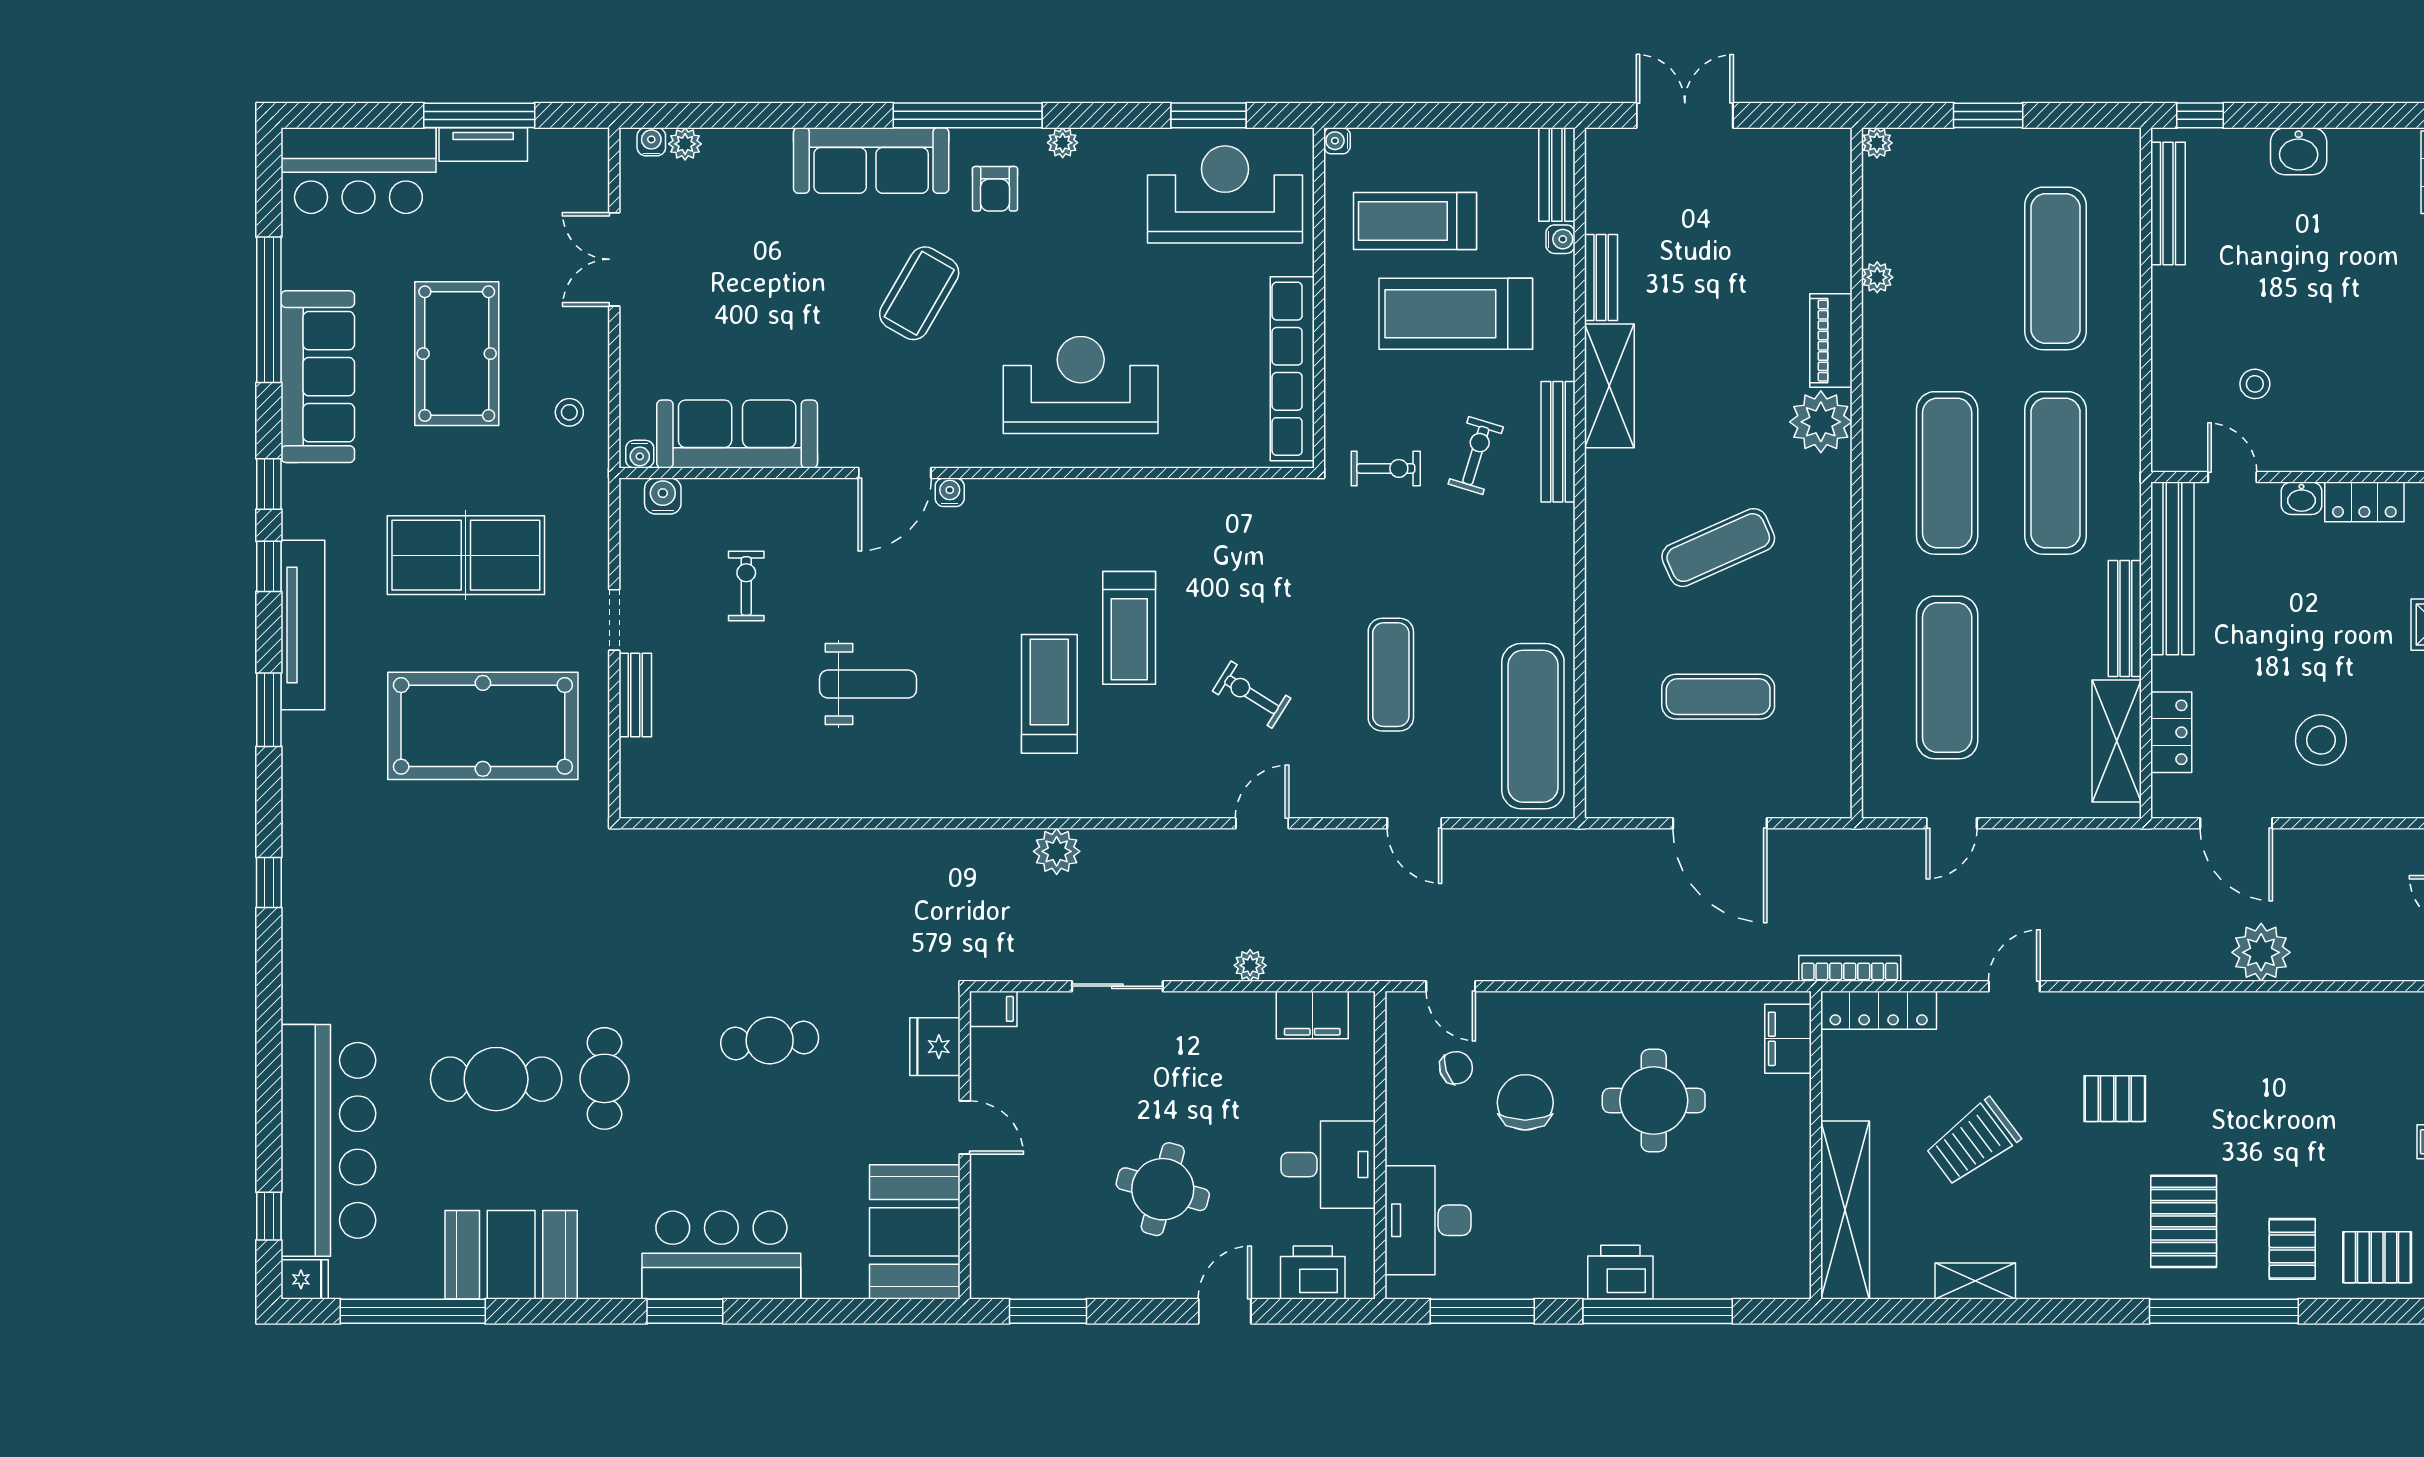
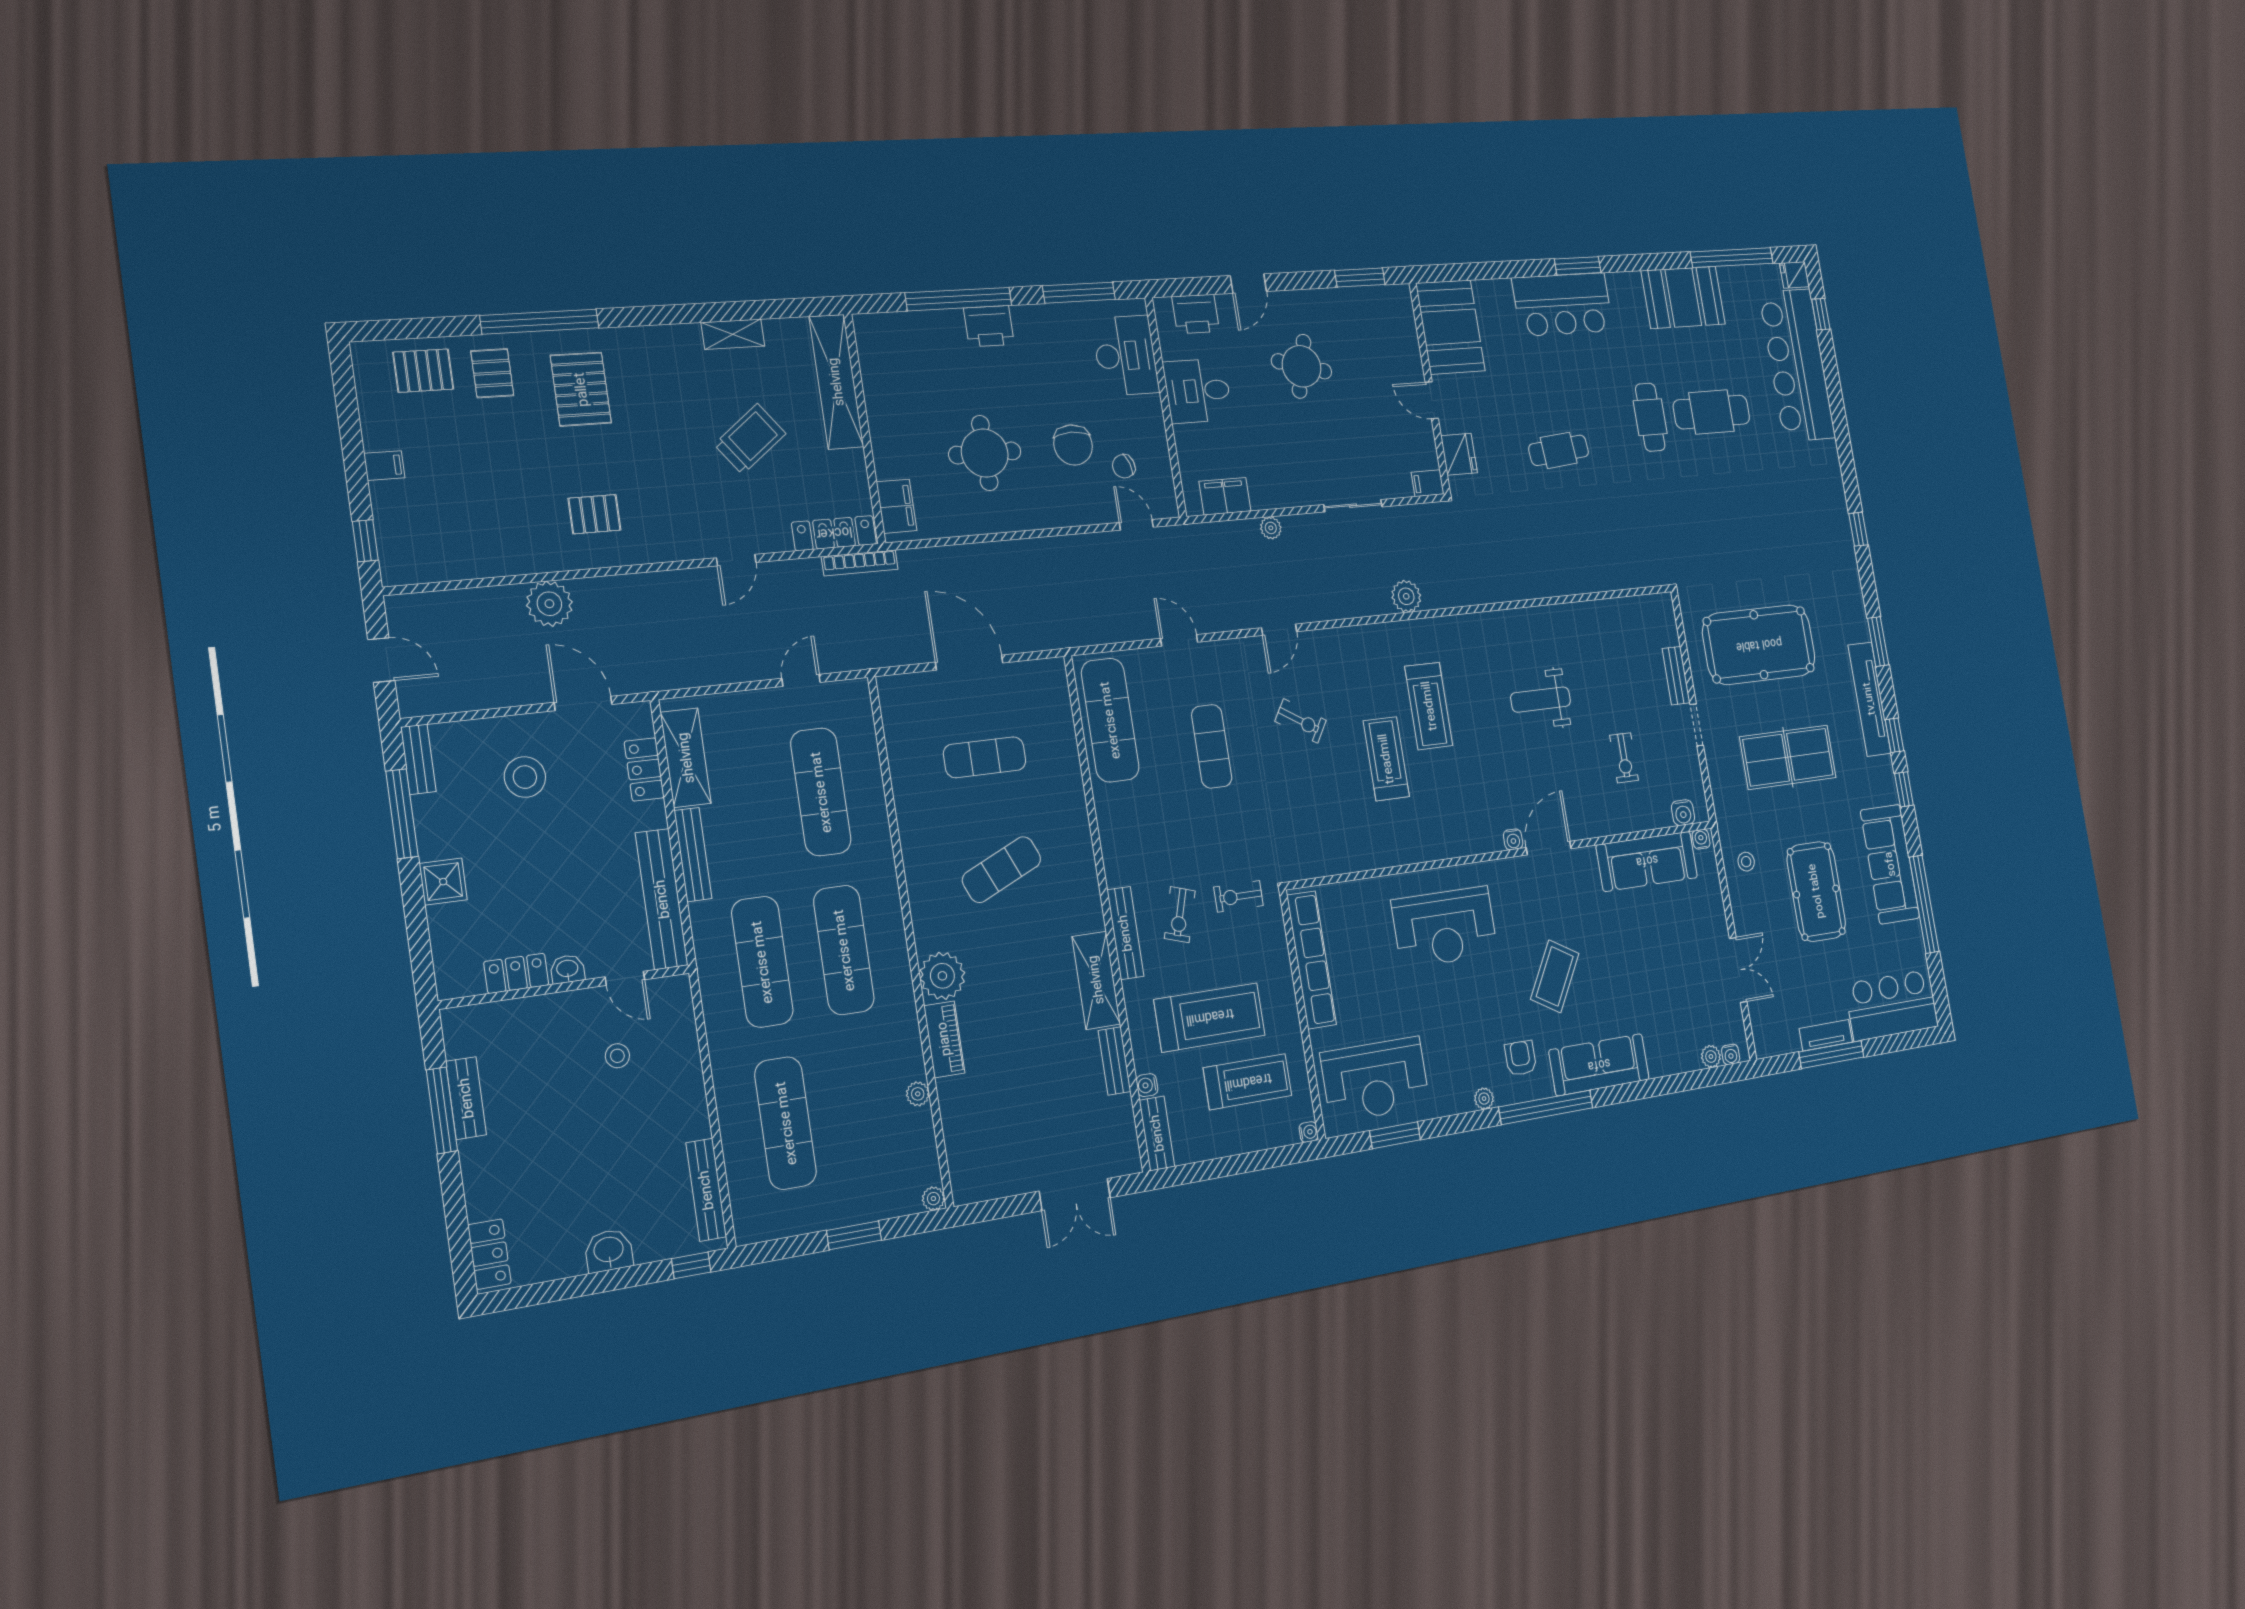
pallet: (2115, 1099) -> (594, 514), moved

